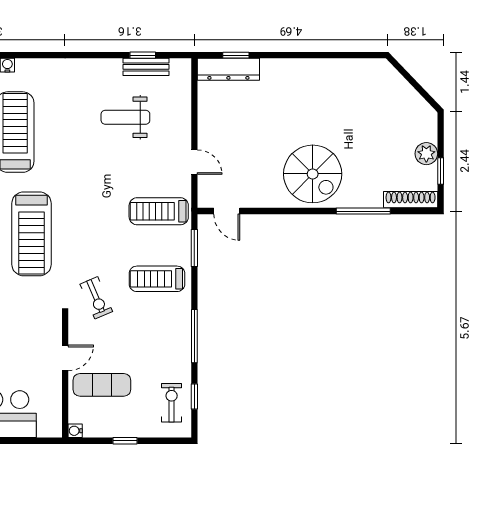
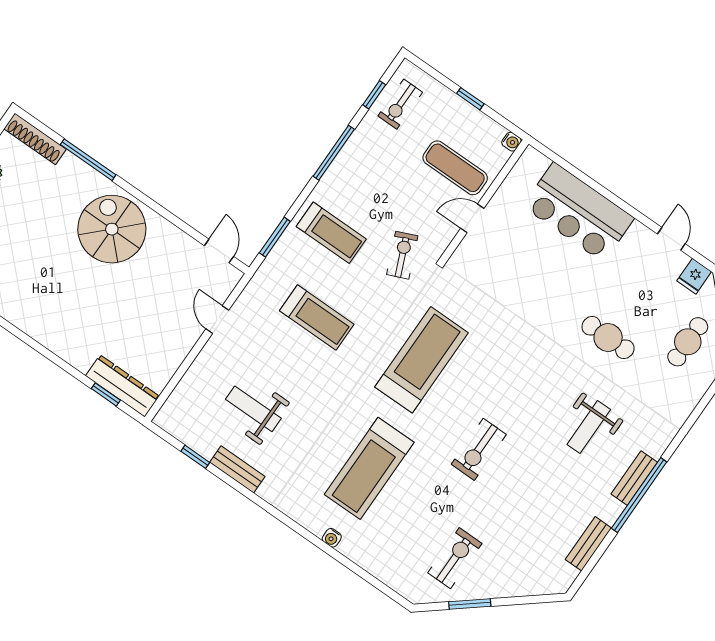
bench: (146, 67) -> (237, 469), moved
weight bench: (125, 117) -> (253, 409), turned 180
treadmill: (159, 211) -> (317, 317), moved

